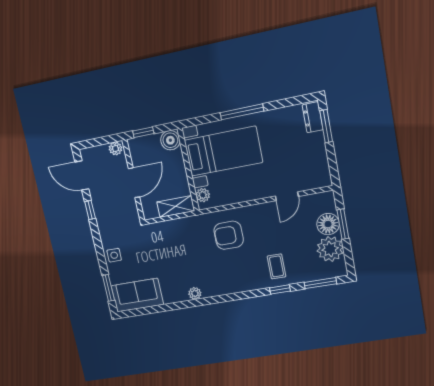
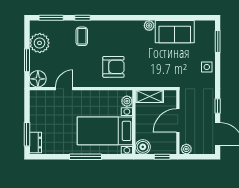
floor lamp: (328, 224) -> (38, 79), moved
sofa: (137, 295) -> (175, 32), moved

